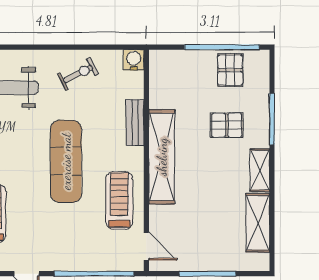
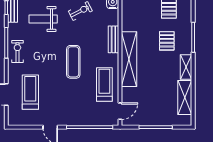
pallet: (227, 125) -> (167, 41), turned 90
exercise mat: (66, 161) -> (73, 62), width x0.73, depth x0.69
door: (146, 246) -> (120, 111), hinge flipped

